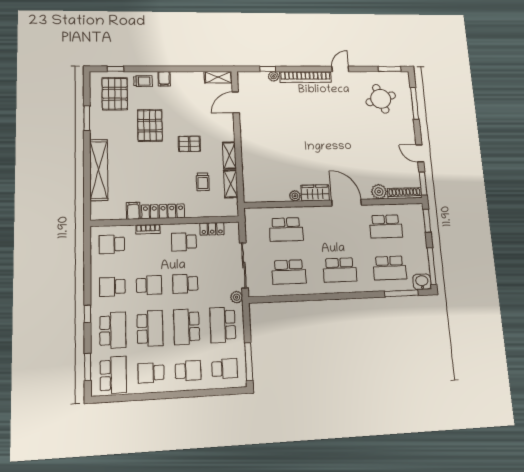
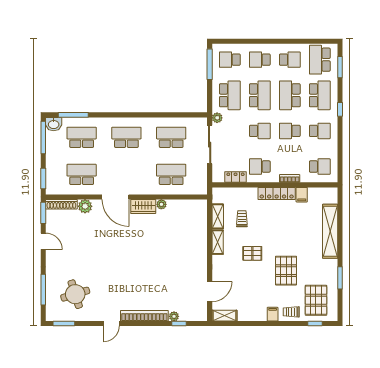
school desk: (184, 242) -> (260, 167), turned 180
school desk: (113, 330) -> (320, 95), turned 180

